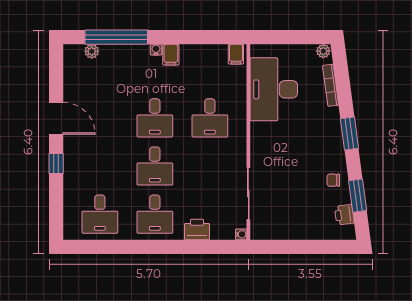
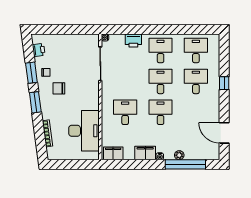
plant: (92, 51) -> (179, 155), moved
plant: (323, 51) -> (52, 155), removed
filing cabinet: (236, 54) -> (113, 153), width x2.00
filing cabinet: (171, 55) -> (145, 153), width x2.00
door: (56, 118) -> (224, 133), moved
chair: (313, 155) -> (59, 88), added
desk: (100, 166) -> (196, 81), added
window: (358, 196) -> (31, 73), moved

